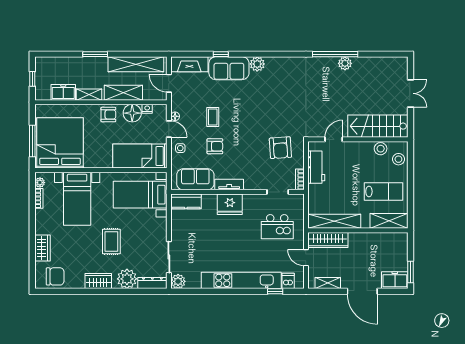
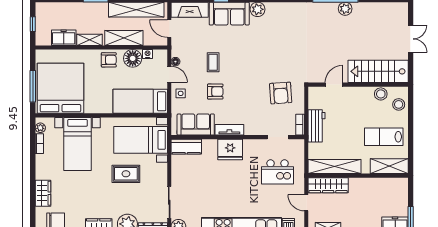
workbench: (316, 167) -> (317, 126), moved
lab bench: (384, 192) -> (384, 137), turned 180
rug: (111, 242) -> (126, 174), moved, turned 90

